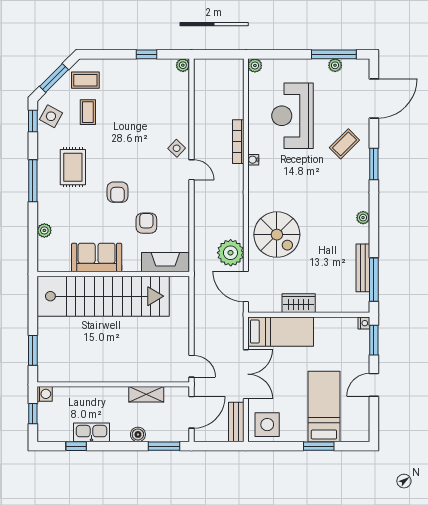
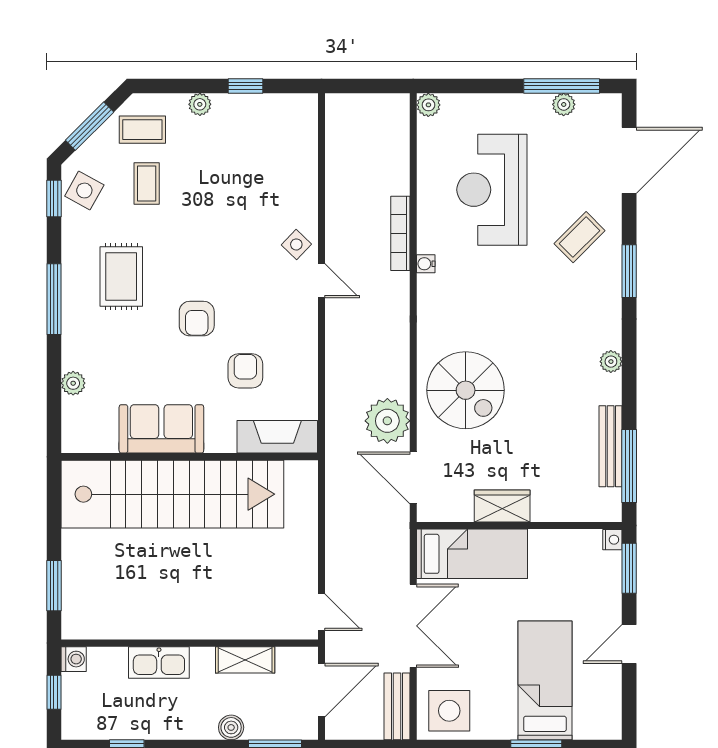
plant: (183, 65) -> (200, 104), moved
kitchen sink: (91, 432) -> (159, 662), moved, turned 180

